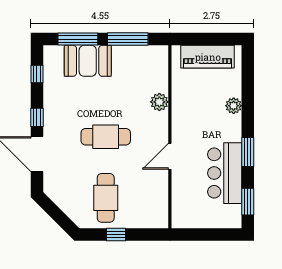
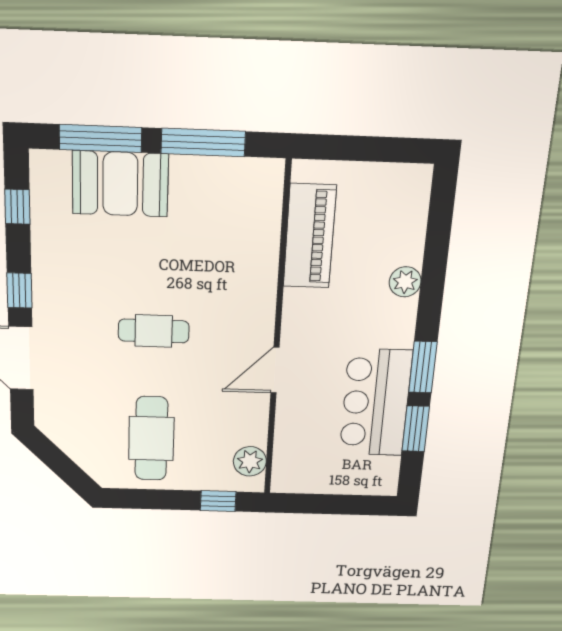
piano: (208, 57) -> (310, 236), moved, turned -90
plant: (159, 102) -> (250, 461), moved
cafe table: (106, 137) -> (154, 331), width x0.73, depth x0.74
window: (248, 202) -> (416, 429), moved
window: (116, 234) -> (218, 501), moved

